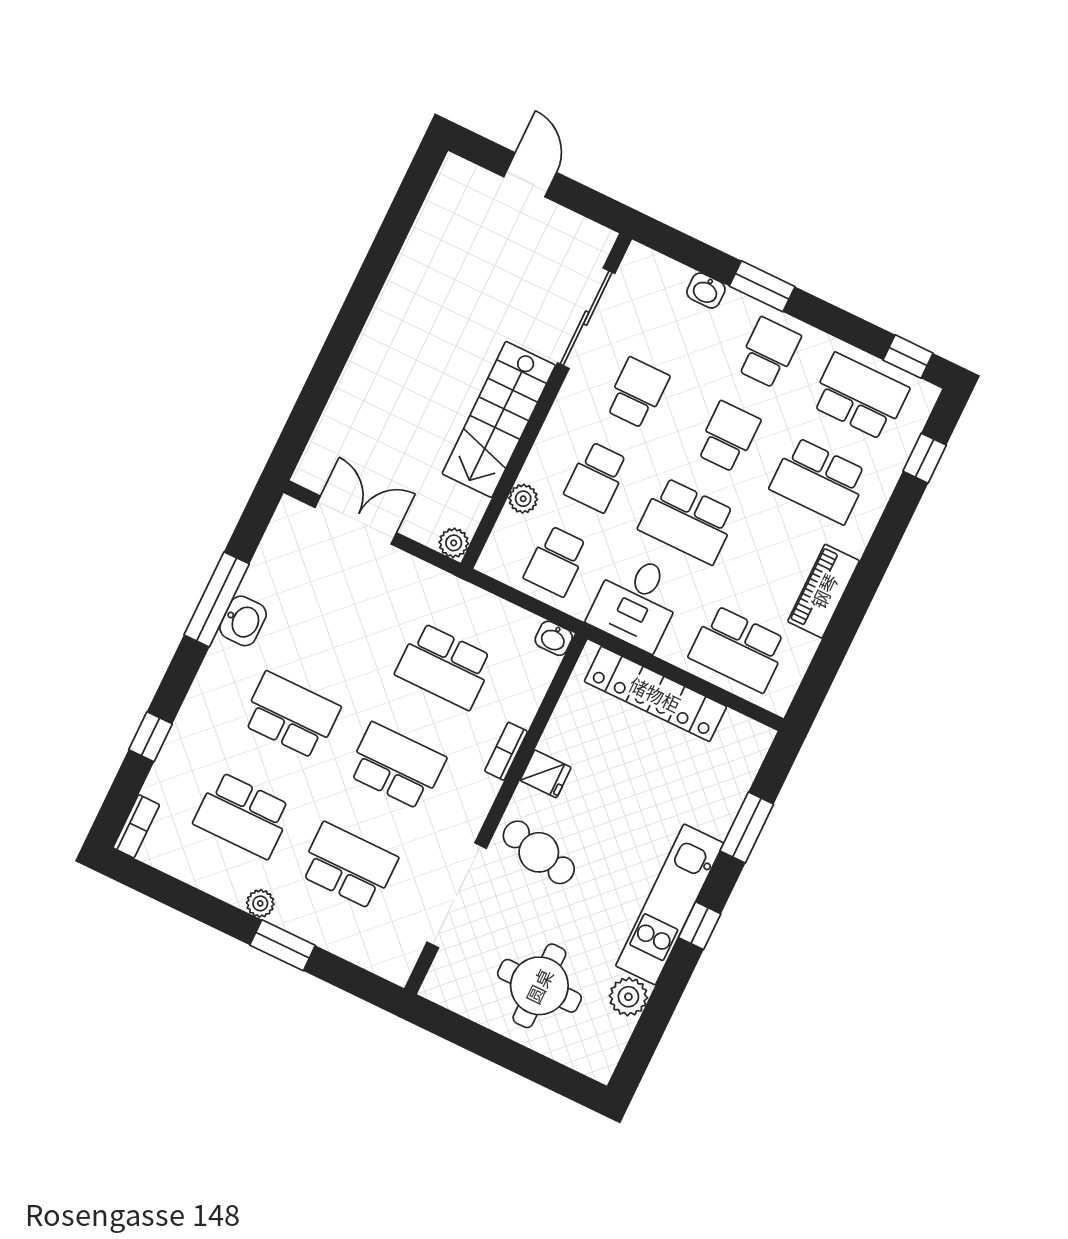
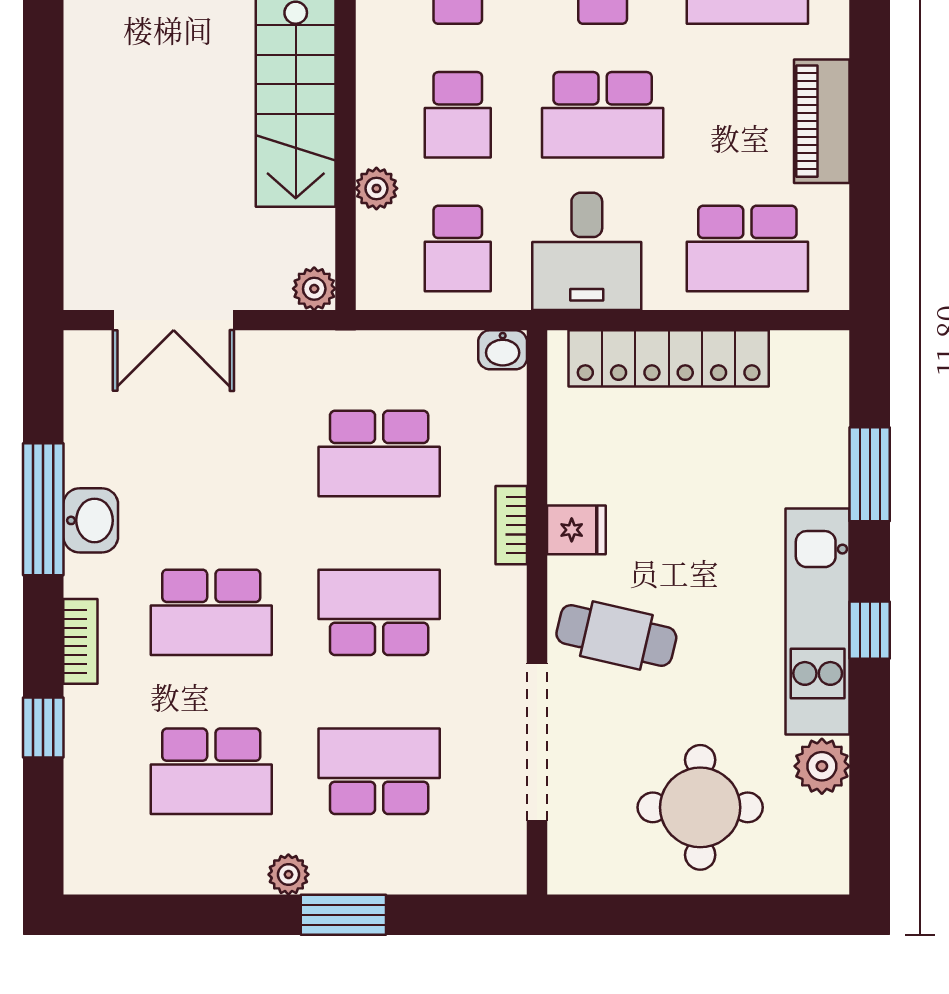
double door: (356, 520) -> (174, 320), swing flipped
school desk: (291, 715) -> (211, 612), turned 180
bookcase: (136, 826) -> (80, 641), moved

